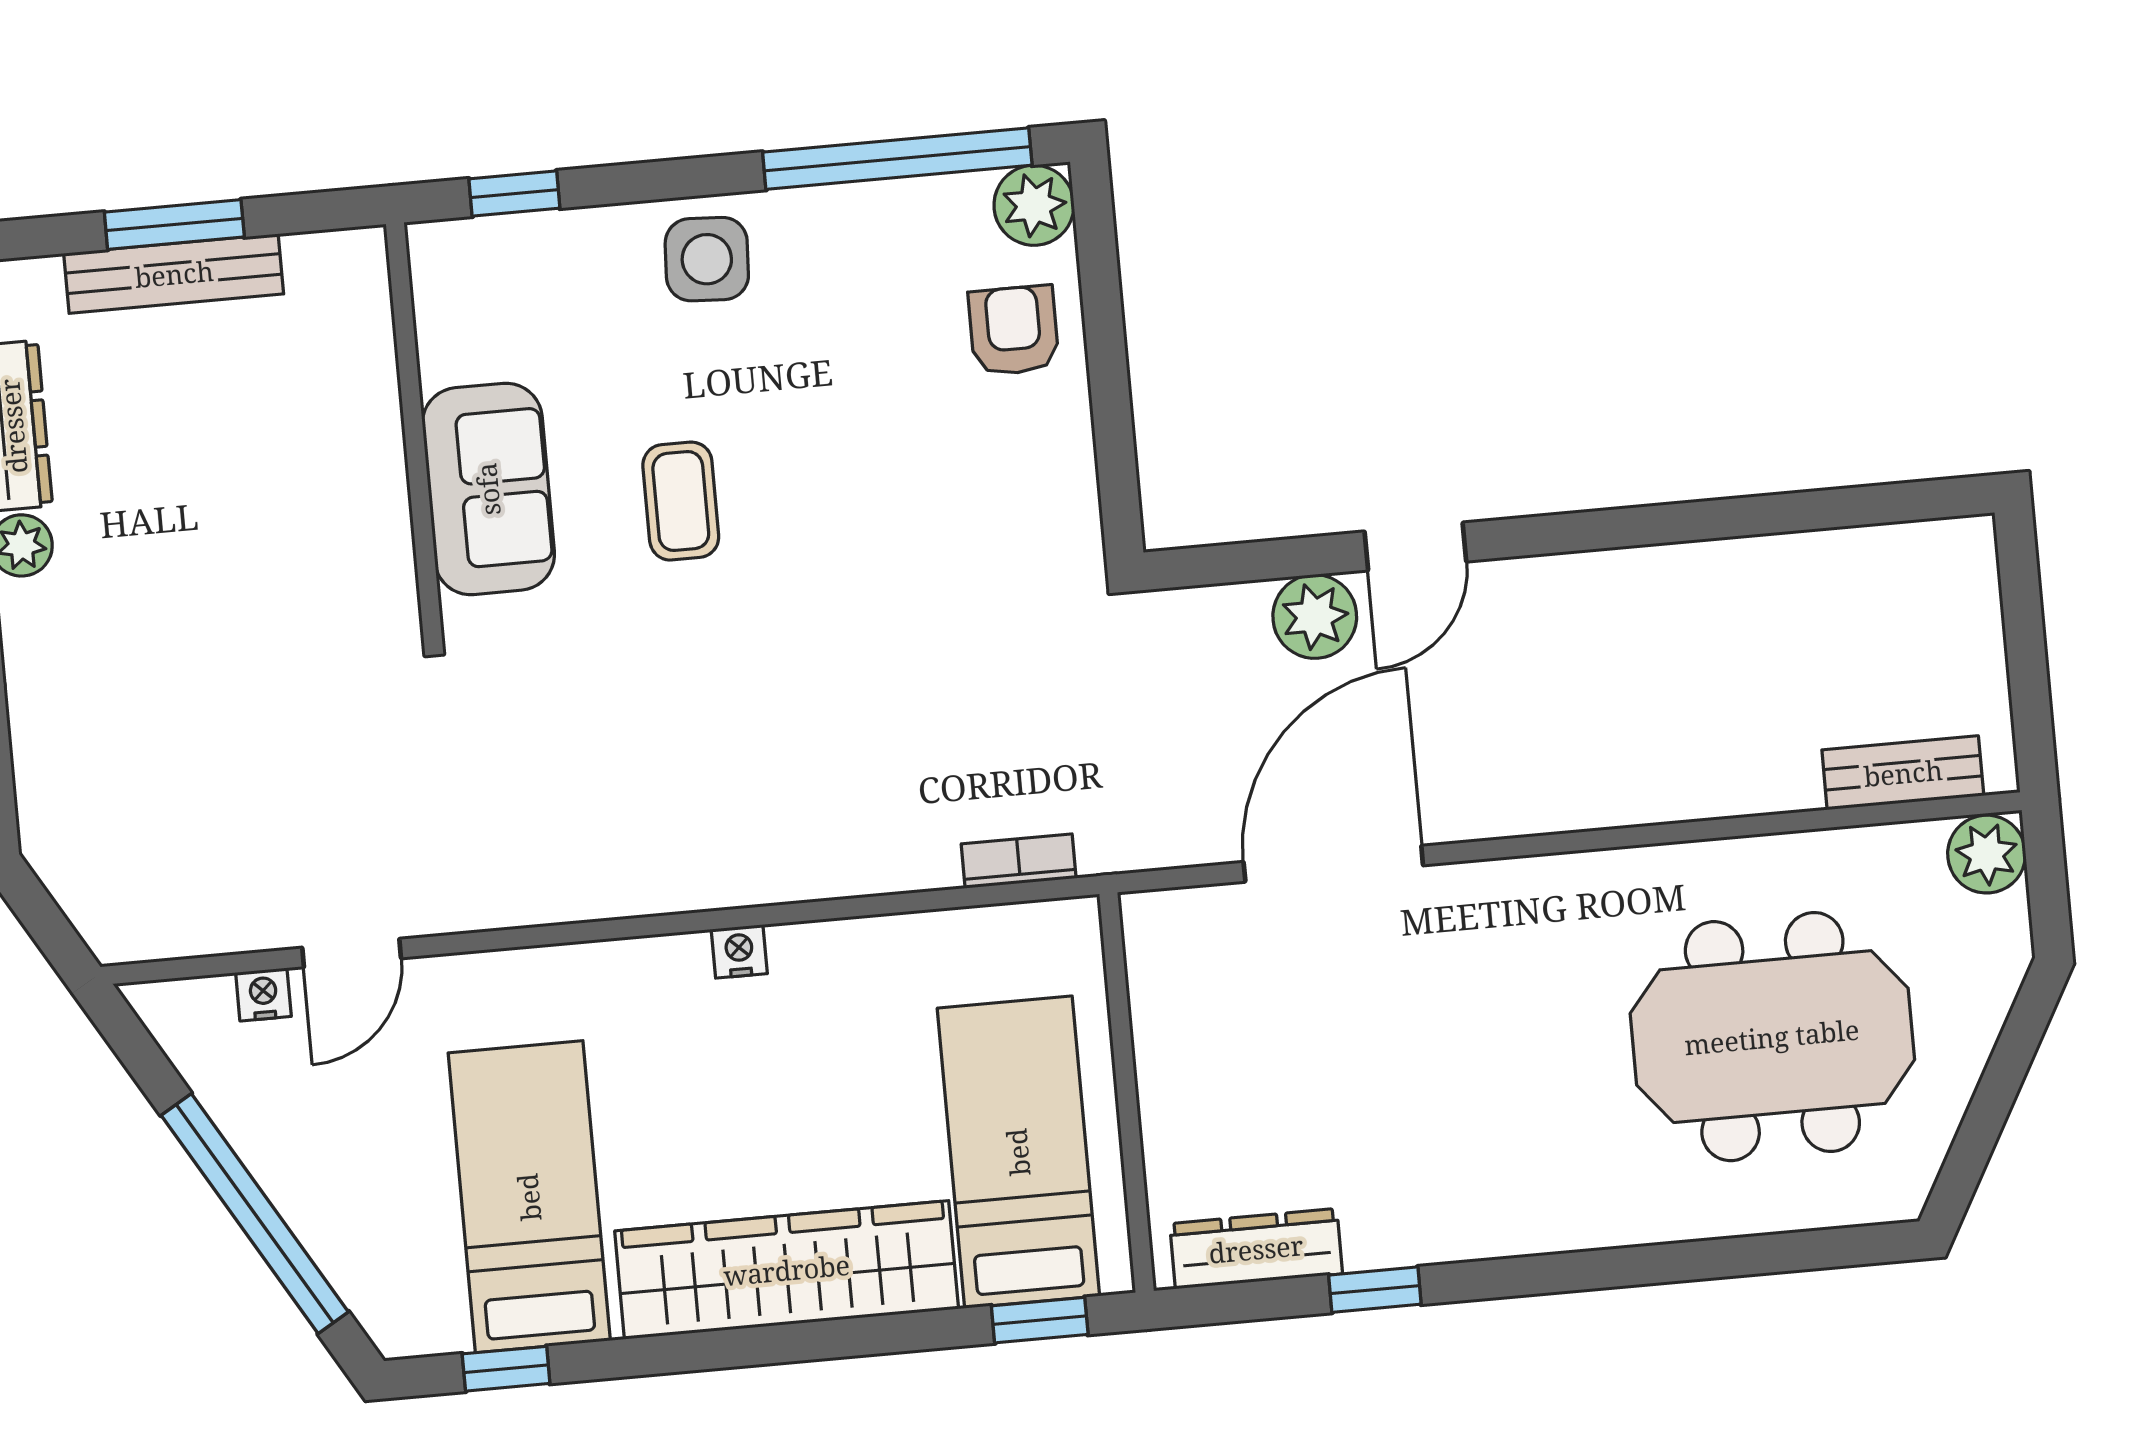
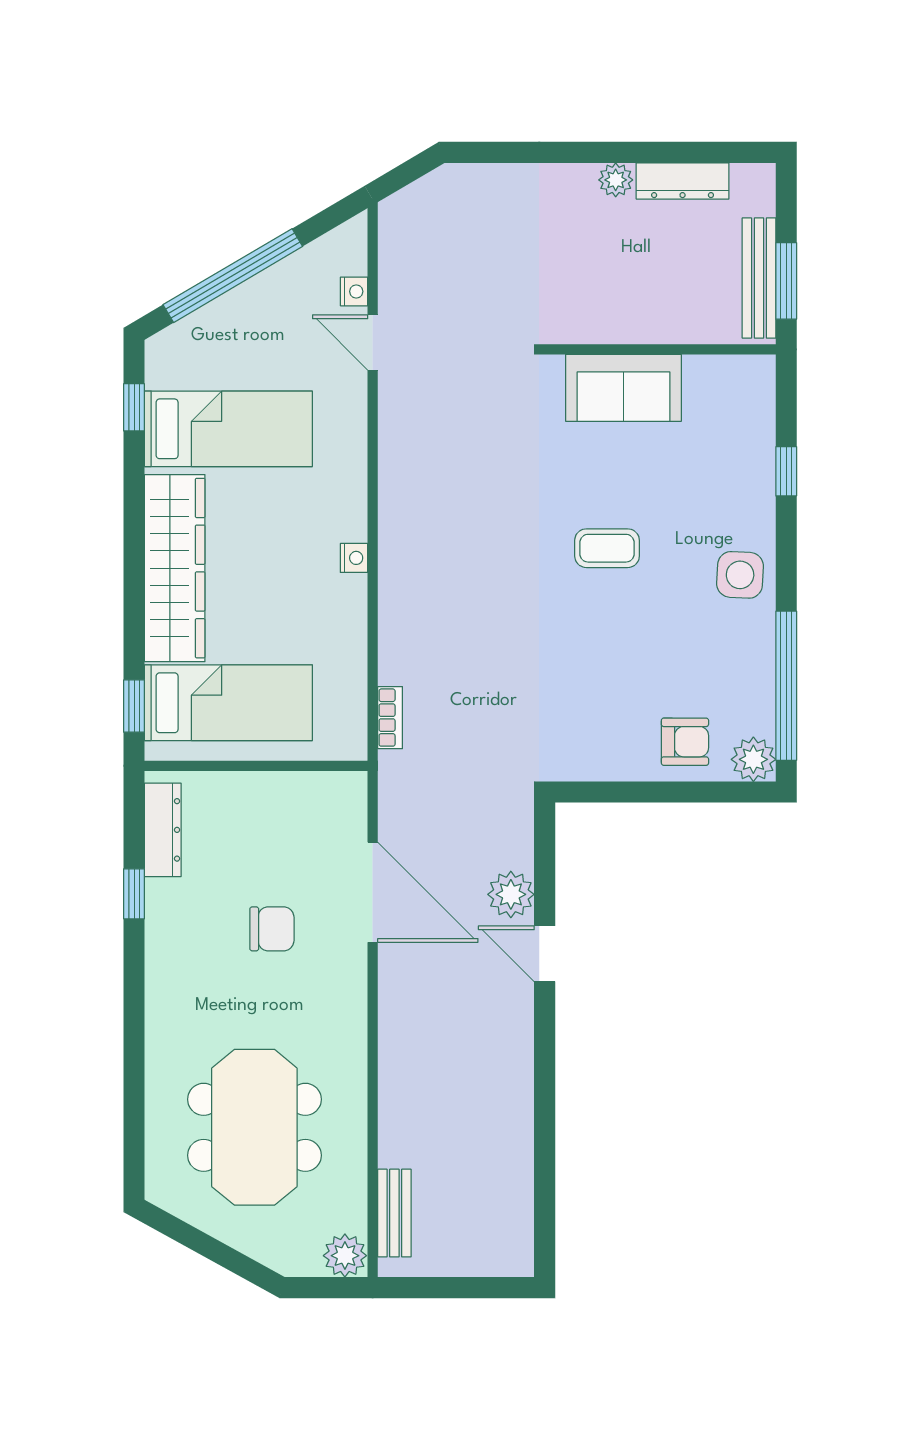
wall: (414, 430) -> (660, 349), moved
sofa: (488, 489) -> (623, 388), moved
chair: (1415, 1038) -> (272, 929), added

